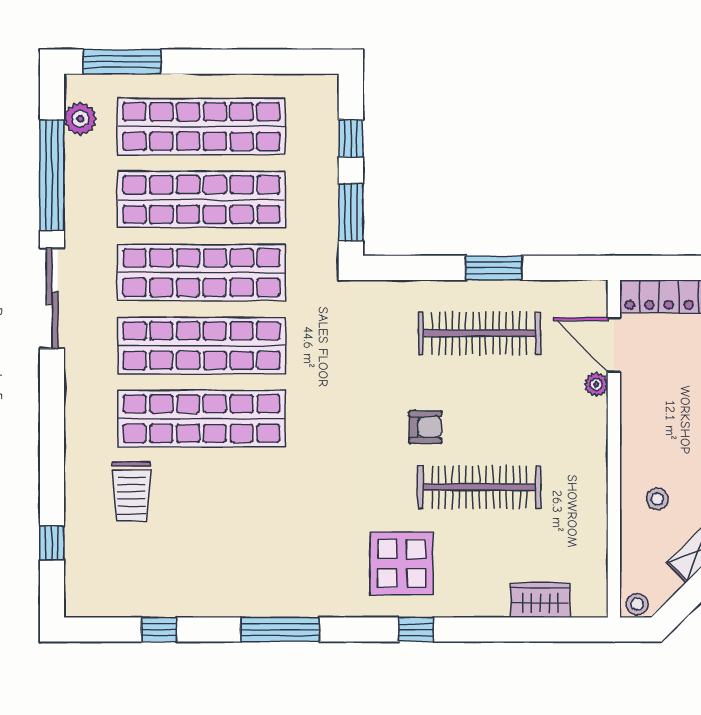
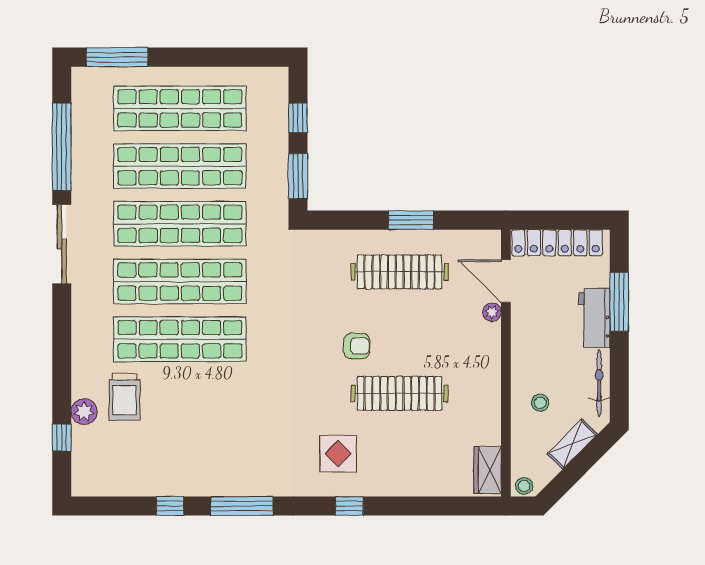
plant: (80, 119) -> (84, 412), moved
display table: (402, 563) -> (338, 454), width x0.73, depth x0.73
wardrobe: (540, 600) -> (488, 470), moved, turned -90
window: (159, 630) -> (170, 506), moved

